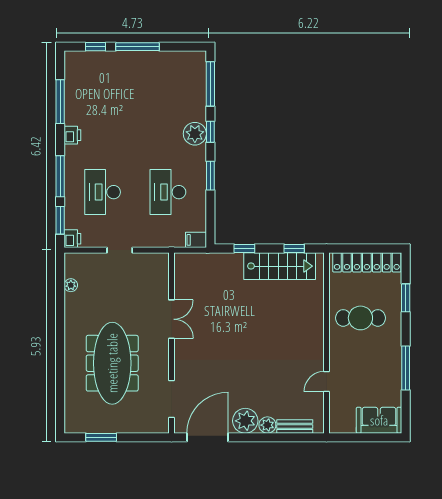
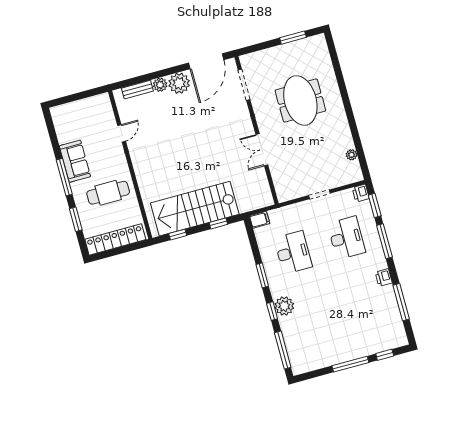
stairs: (280, 266) -> (195, 209), width x1.36, depth x1.51
meeting table: (112, 363) -> (300, 100), width x0.73
window: (406, 368) -> (64, 177), moved
sofa: (379, 420) -> (75, 161), moved, turned -90

